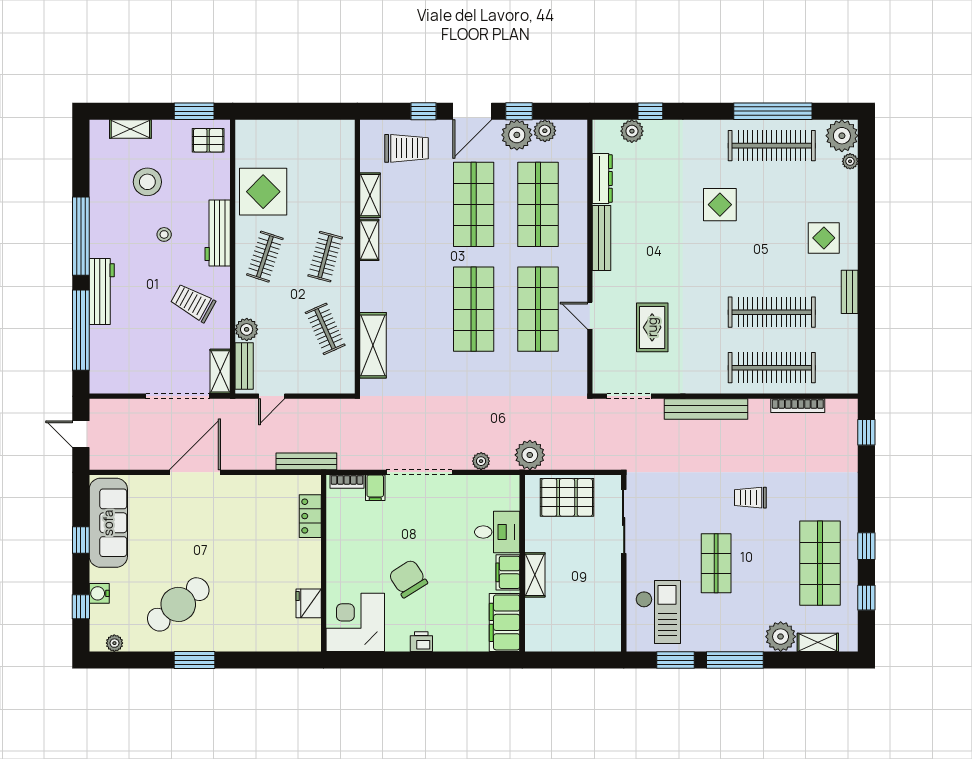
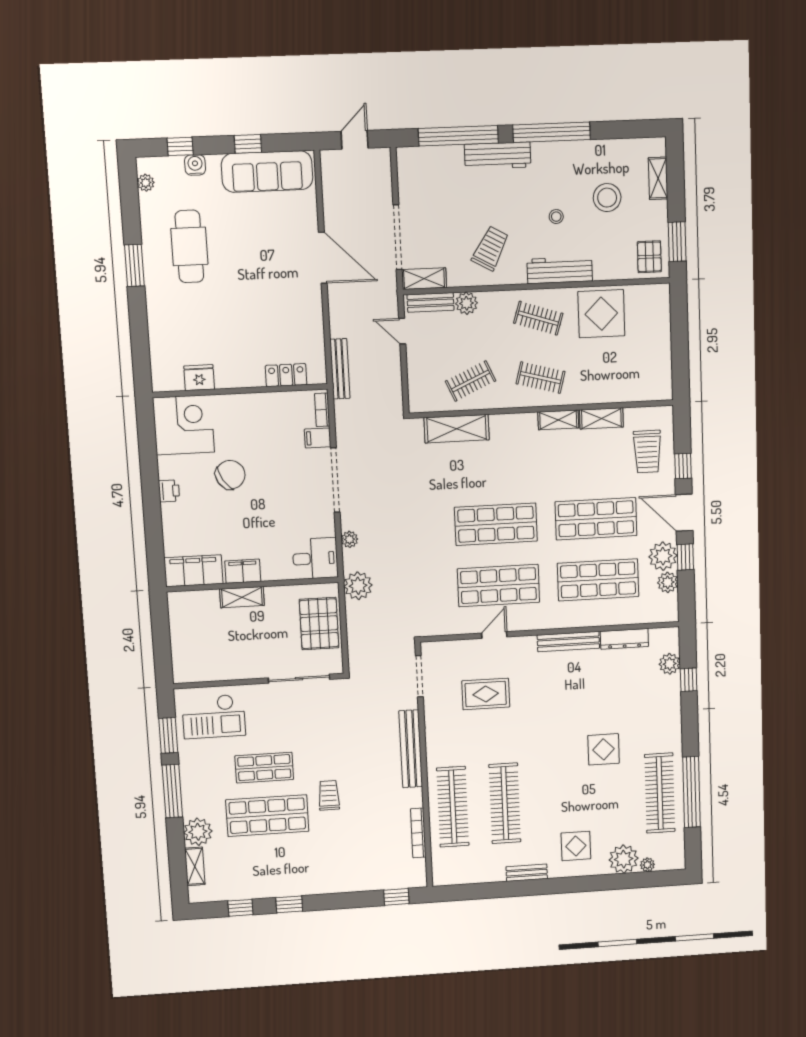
plant: (842, 136) -> (624, 859), moved
desk: (497, 532) -> (315, 558), moved, turned -90
shop shelf: (820, 563) -> (267, 816), moved
cafe table: (178, 604) -> (189, 246), turned 38

